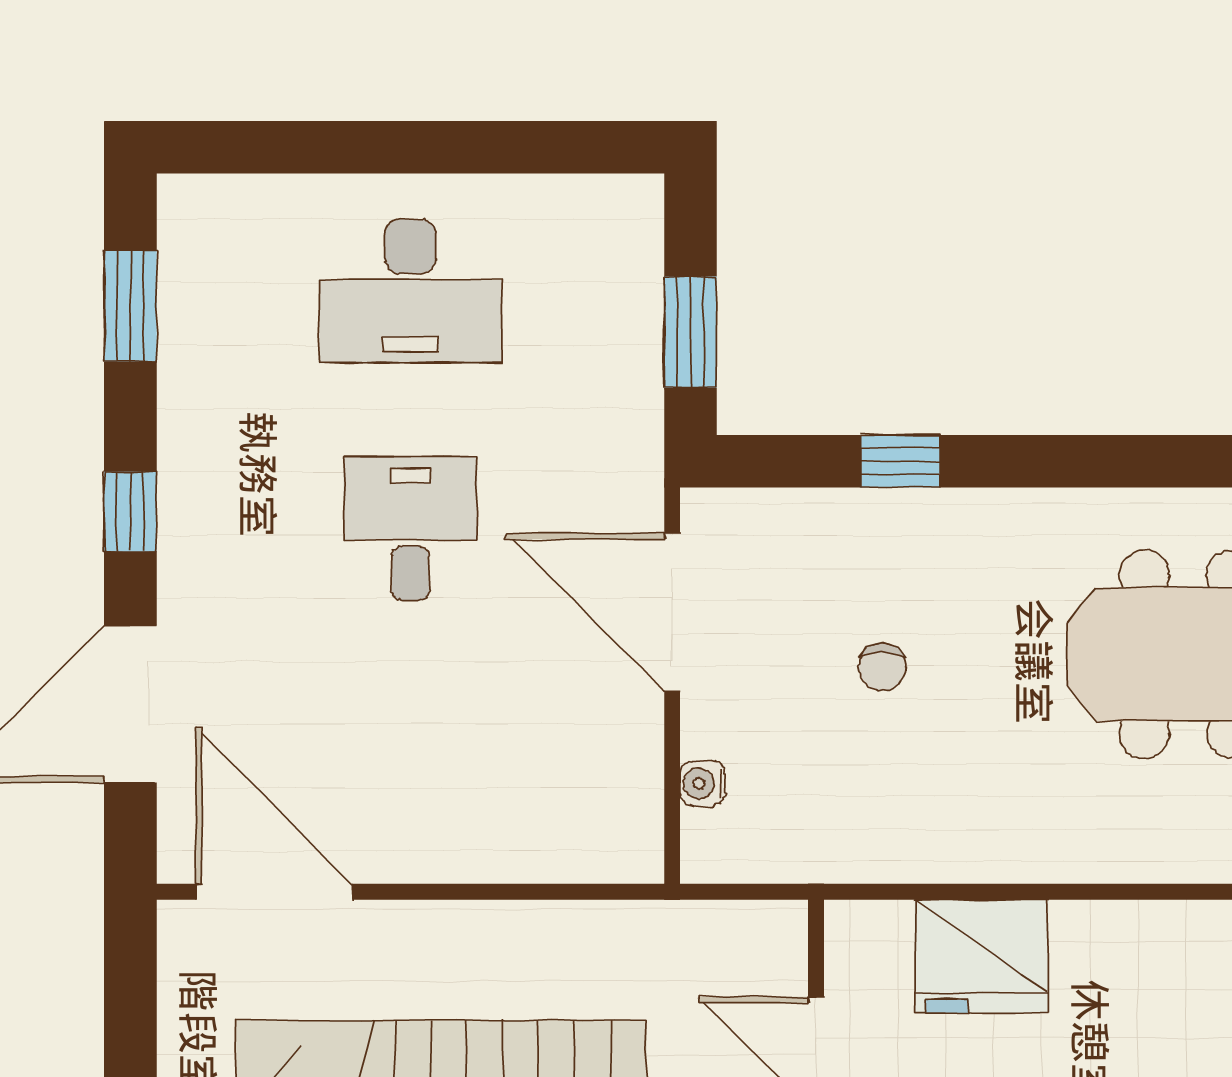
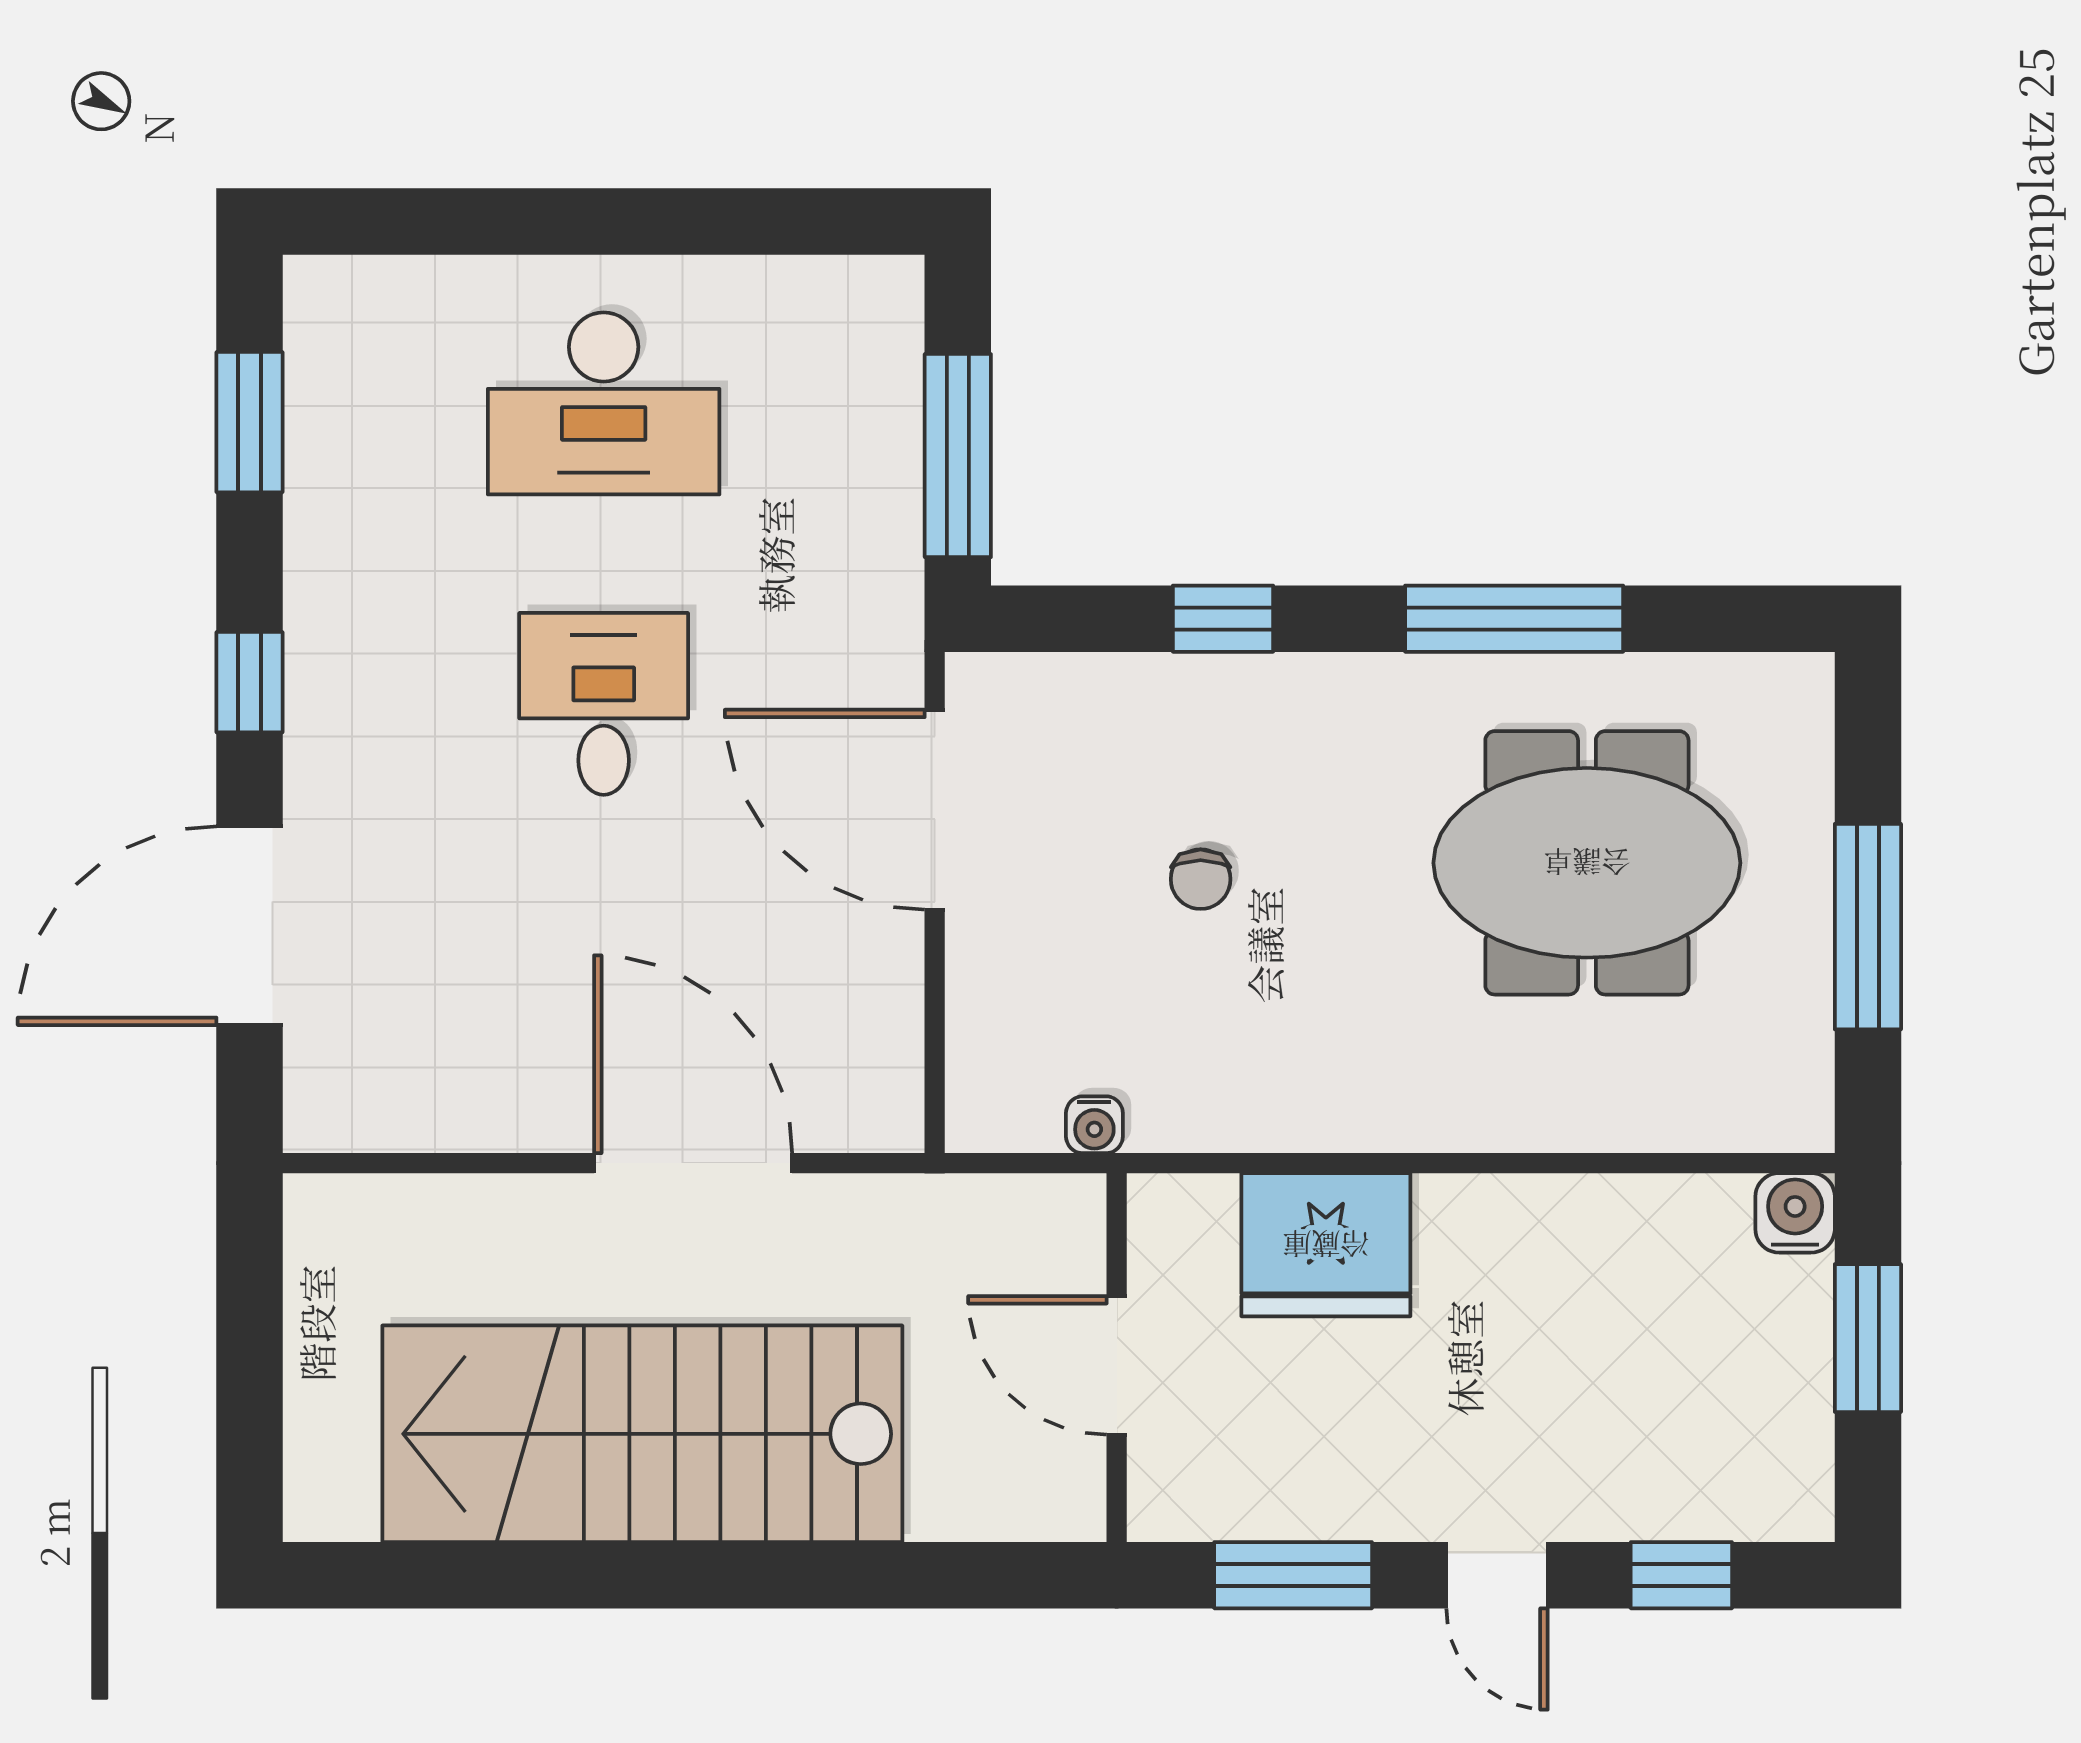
window: (690, 332) -> (958, 456), width x1.44
window: (1130, 461) -> (1514, 619), added
water cooler: (702, 783) -> (1094, 1125), moved, turned -90
door: (274, 892) -> (693, 1163), moved

